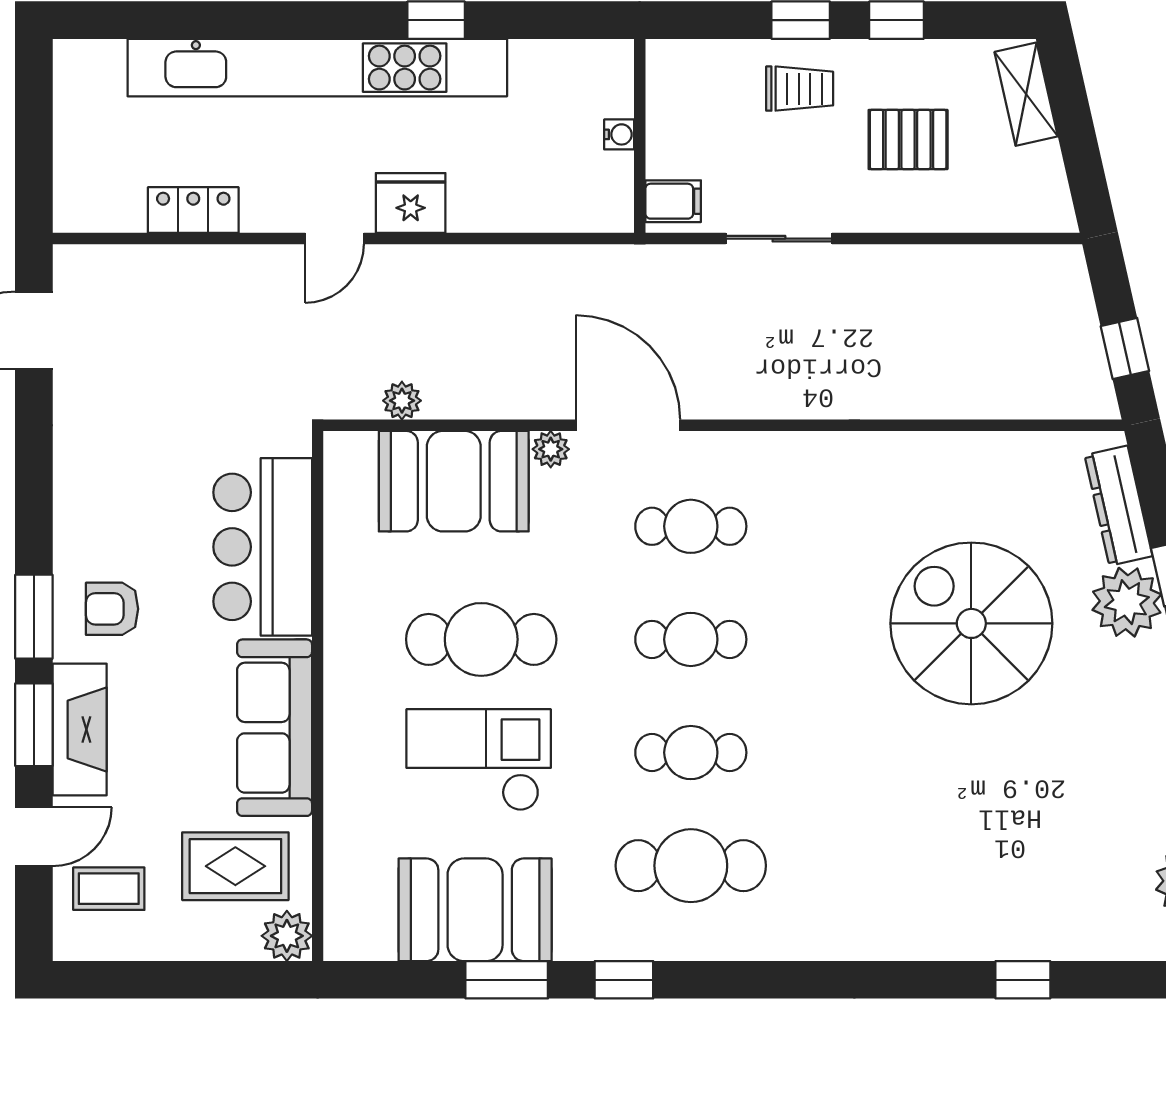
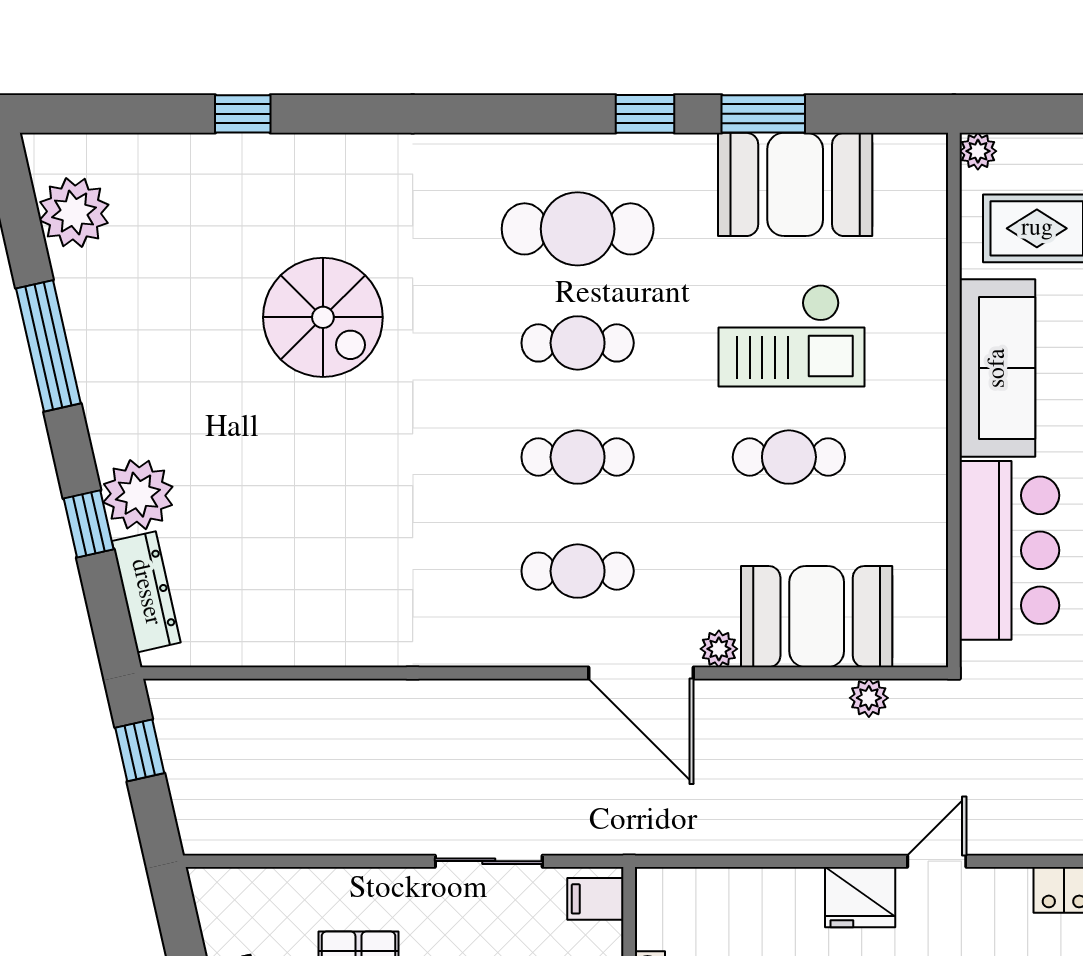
spiral stairs: (971, 623) -> (323, 317), moved, width x0.73, depth x0.73
cafe table: (481, 639) -> (789, 457), width x0.73, depth x0.74
plant: (287, 936) -> (978, 151), width x0.73, depth x0.73

